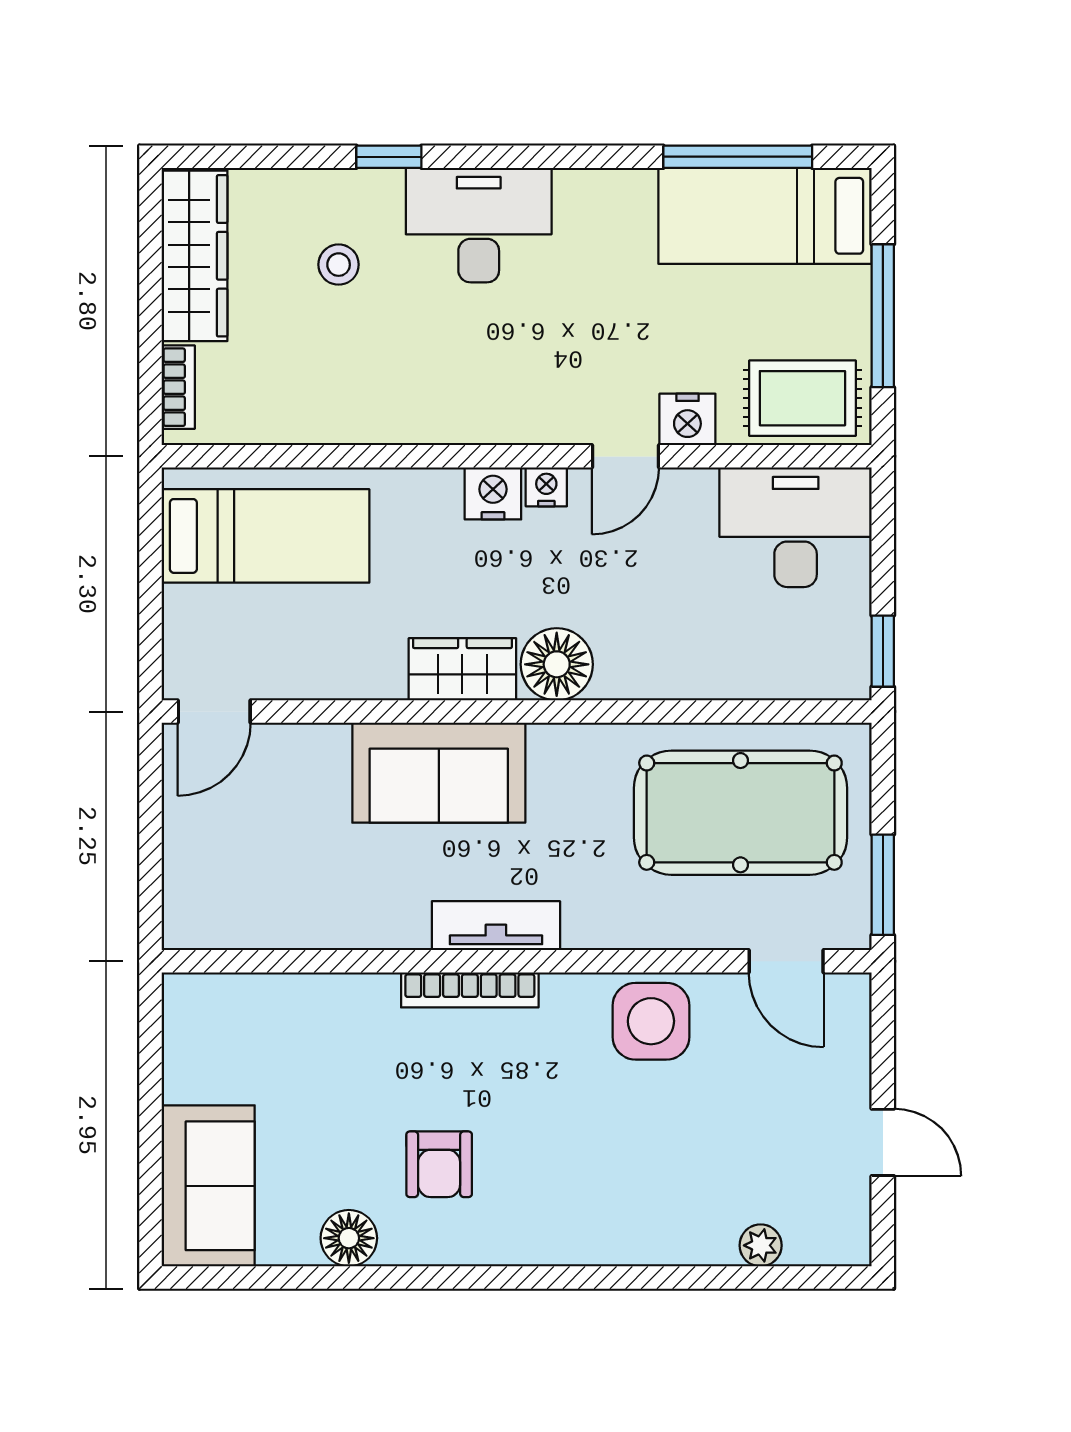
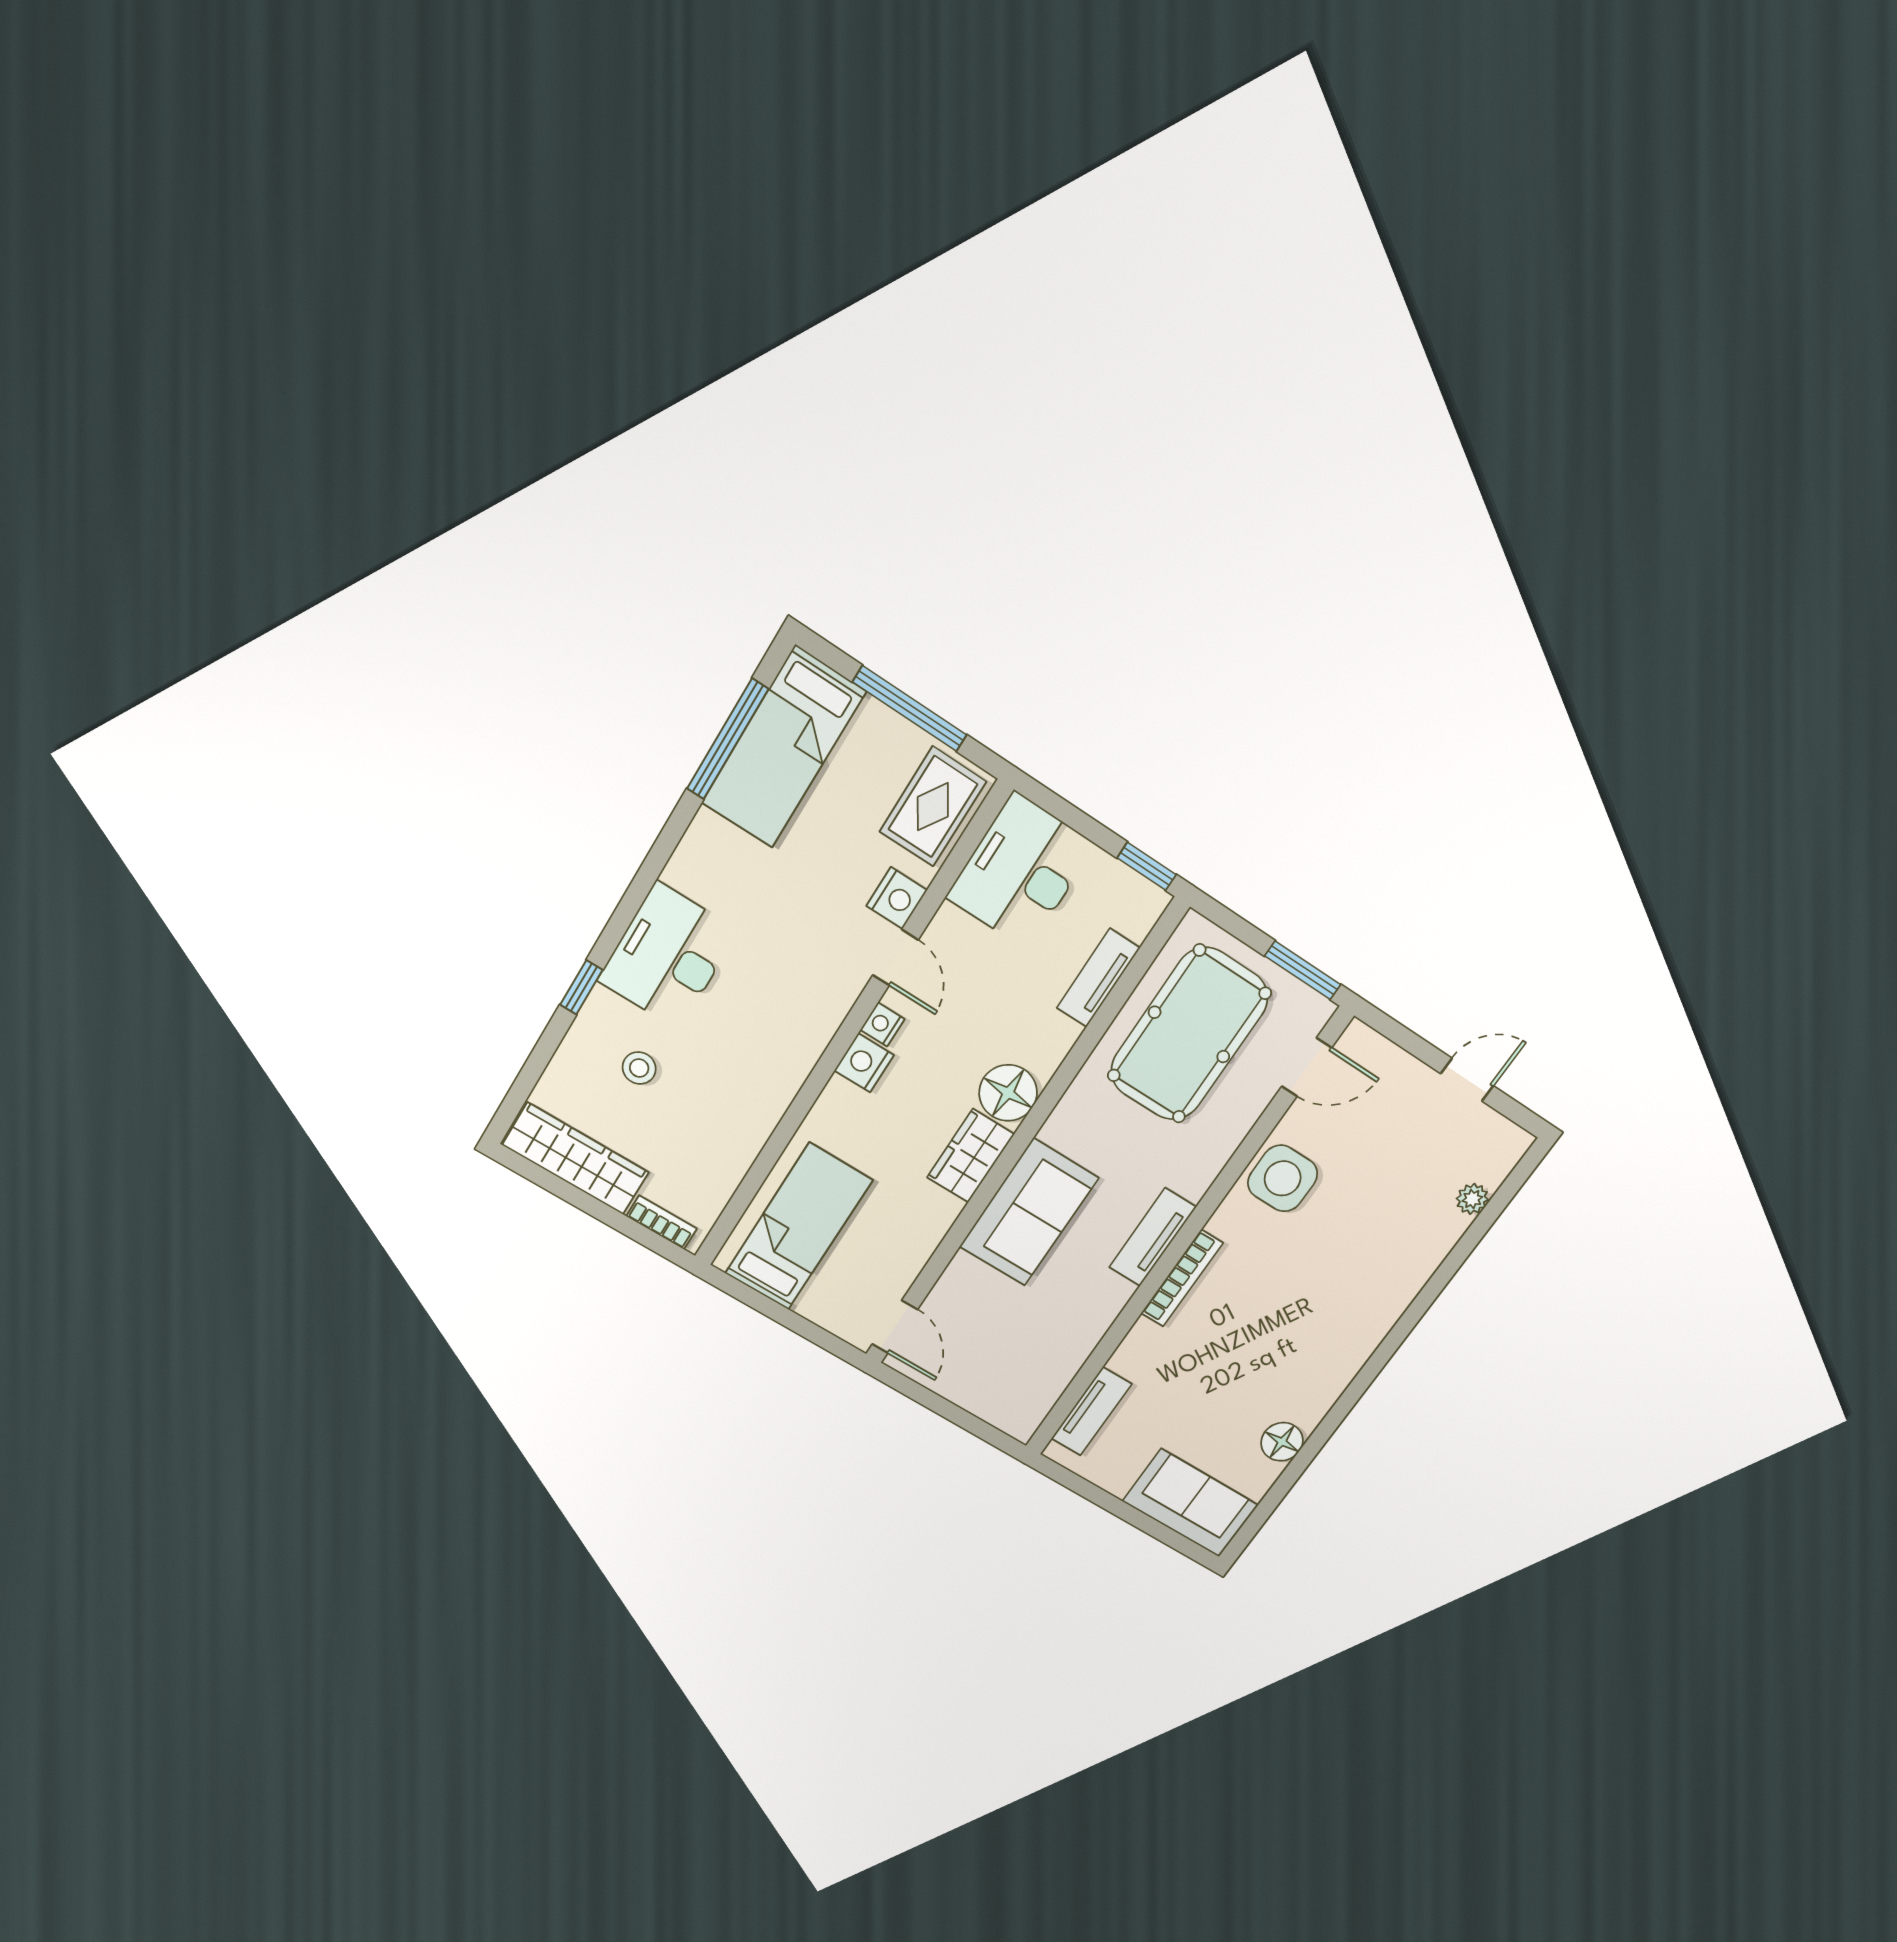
tv unit: (738, 678) -> (1098, 978), added
tv unit: (250, 996) -> (1091, 1411), added
armchair: (439, 1164) -> (1277, 1362), removed

